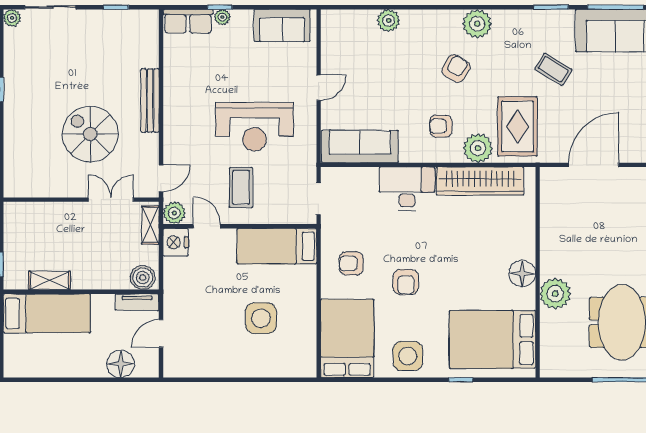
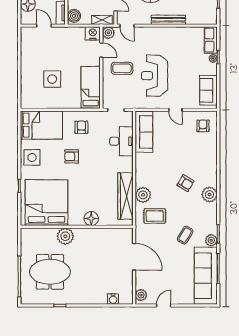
plant: (389, 20) -> (211, 240), moved
armchair: (441, 126) -> (203, 126), moved
rug: (517, 126) -> (155, 216), width x0.73, depth x0.70
desk: (407, 189) -> (121, 141), moved
door: (207, 226) -> (101, 50), hinge flipped
floor lamp: (522, 274) -> (91, 219), moved
bed: (492, 339) -> (46, 203), width x1.36

